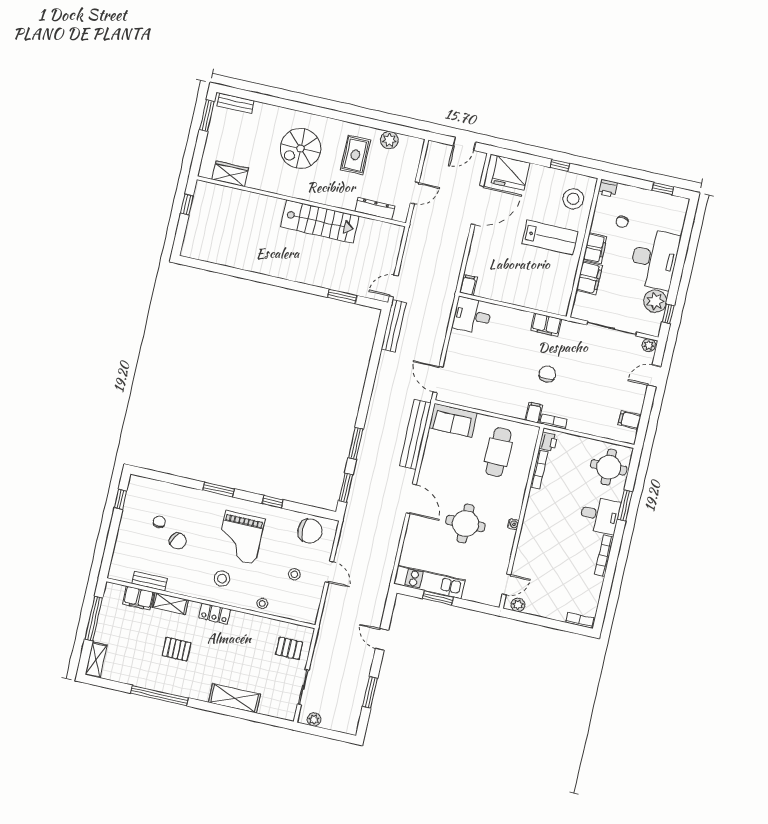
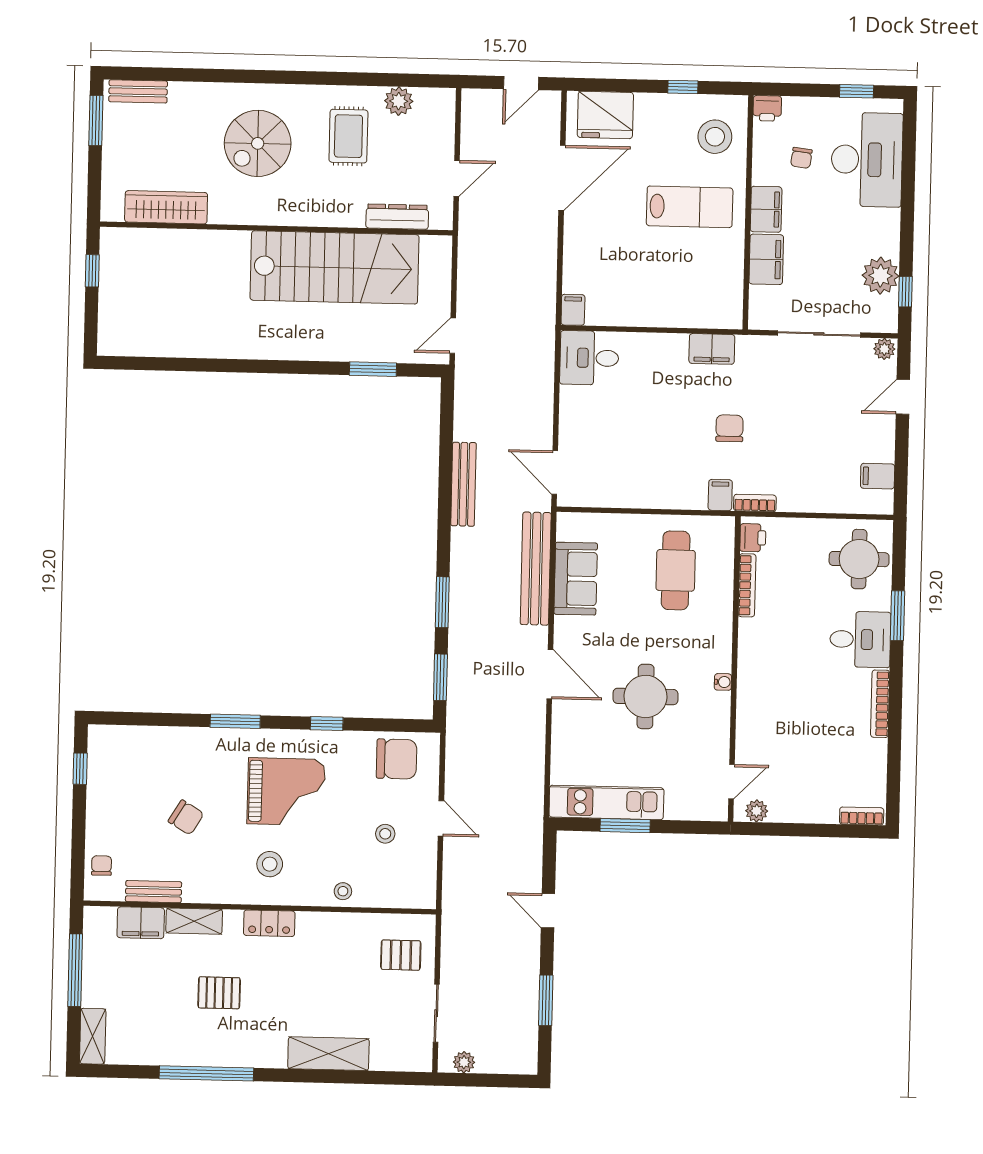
wardrobe: (230, 174) -> (166, 207), width x1.50
stairs: (320, 221) -> (335, 267), width x1.36, depth x1.51
desk: (655, 259) -> (867, 160), moved
bench: (394, 326) -> (463, 484), moved
sofa: (453, 420) -> (576, 579), moved, turned -90
chair: (159, 522) -> (102, 866), moved
grand piano: (240, 537) -> (286, 792), turned -90

